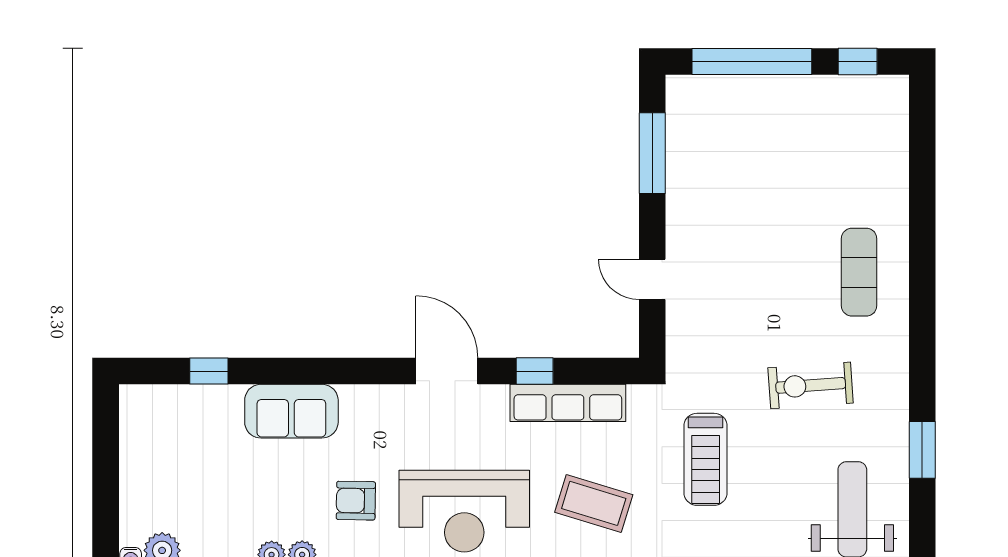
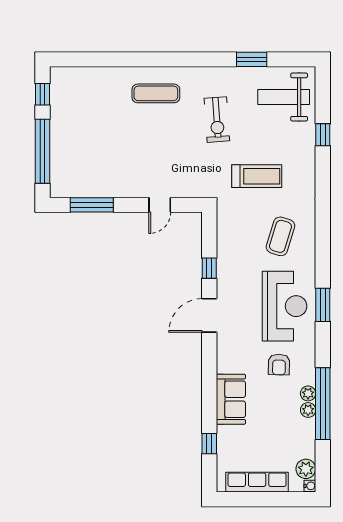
row of seats: (568, 403) -> (257, 482), moved, turned -90

